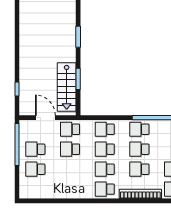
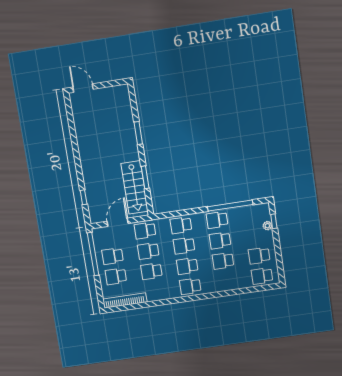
door: (45, 118) -> (118, 222), hinge flipped
school desk: (70, 169) -> (151, 271), added
bookcase: (140, 194) -> (125, 300), moved

